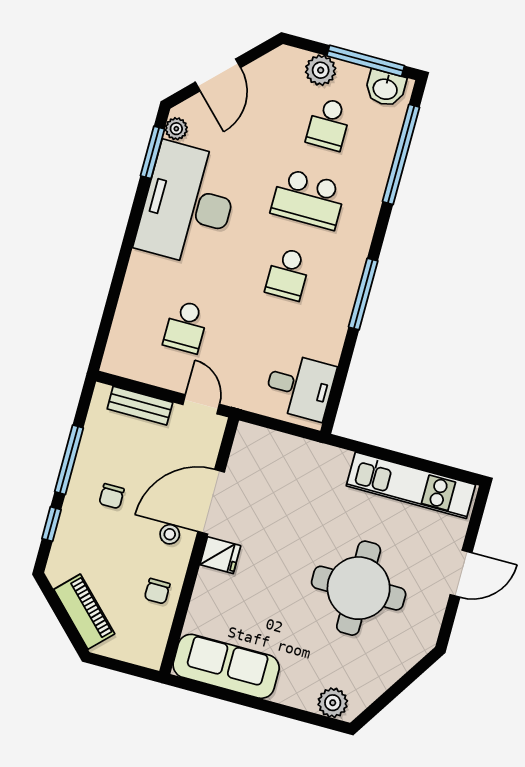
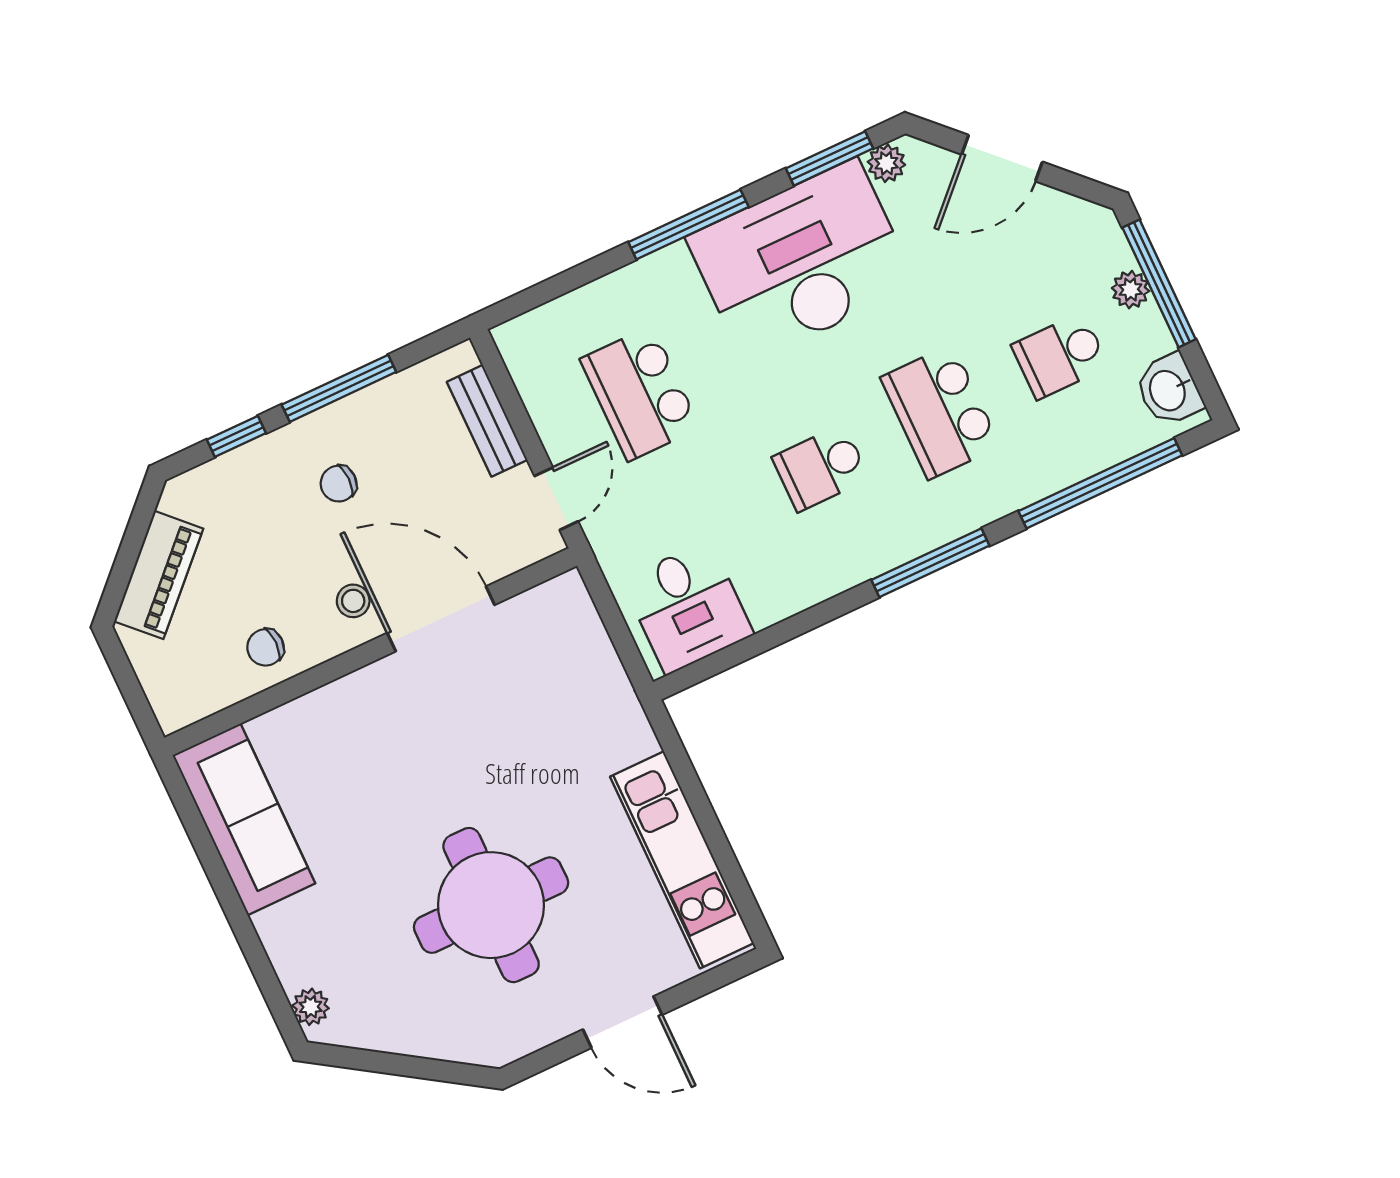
window: (366, 61) -> (1159, 283), moved
plant: (321, 70) -> (1131, 290), width x0.73, depth x0.73
window: (128, 241) -> (688, 225), added
window: (363, 294) -> (930, 563), moved
school desk: (186, 327) -> (640, 394), width x1.85
fridge: (220, 555) -> (382, 690), removed
plant: (333, 703) -> (311, 1007), width x0.73, depth x0.73

